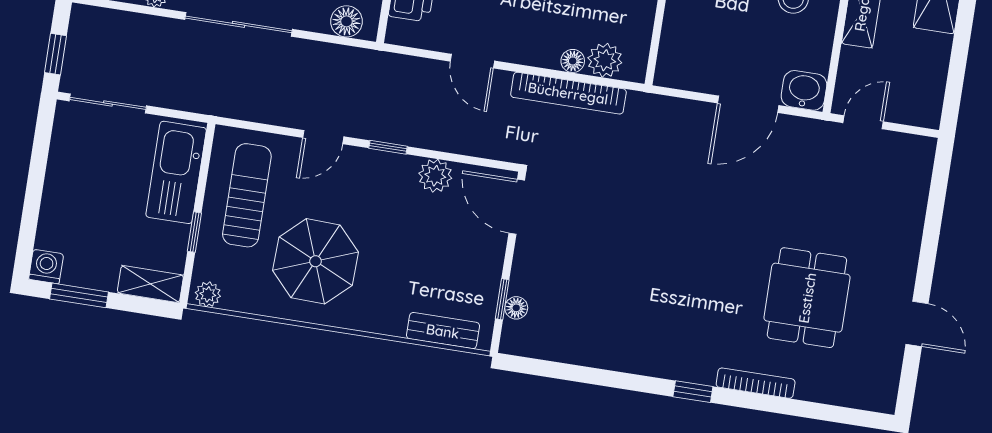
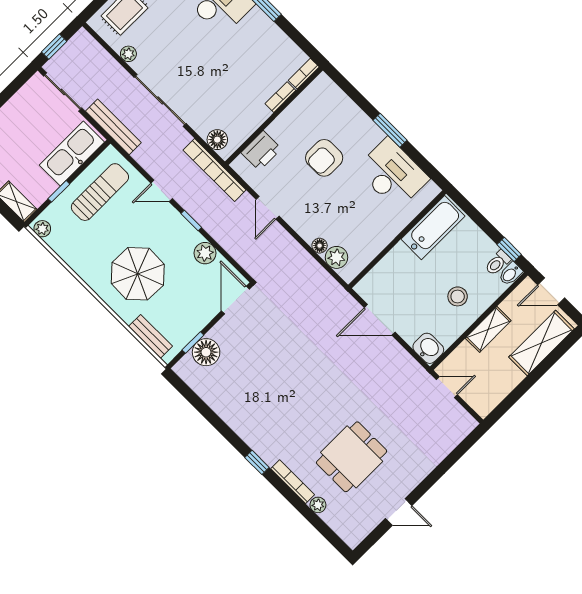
bookcase: (568, 93) -> (215, 170), moved
bench: (204, 101) -> (113, 127), added
door: (748, 104) -> (380, 320), moved
parasol: (316, 261) -> (138, 274), moved
floor lamp: (516, 308) -> (206, 352), width x1.89, depth x1.89
door: (917, 324) -> (399, 512), hinge flipped
plant: (809, 389) -> (318, 505), added

